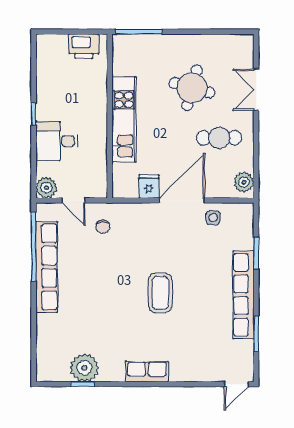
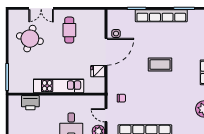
printer: (84, 46) -> (30, 103), moved, turned 90
round table: (192, 88) -> (30, 39), moved
plant: (244, 182) -> (95, 16), removed
door: (74, 200) -> (106, 115), swing flipped
door: (182, 200) -> (106, 52), swing flipped

